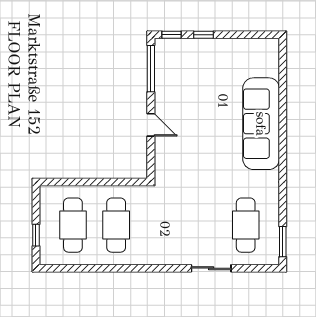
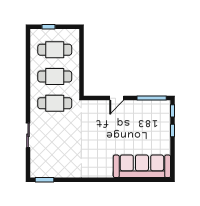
sofa: (261, 124) -> (142, 166), moved
cafe table: (246, 225) -> (55, 103), moved

